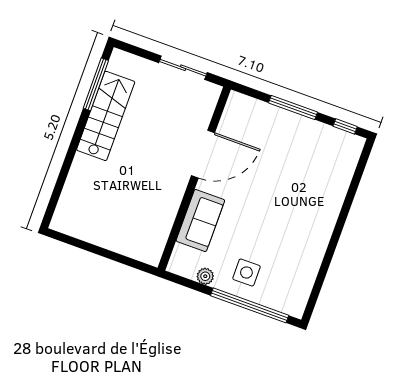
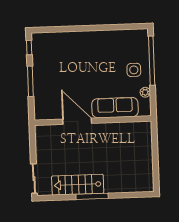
sliding door: (183, 68) -> (34, 179), moved
window: (96, 84) -> (92, 196), moved
sofa: (200, 221) -> (115, 108), width x1.36

